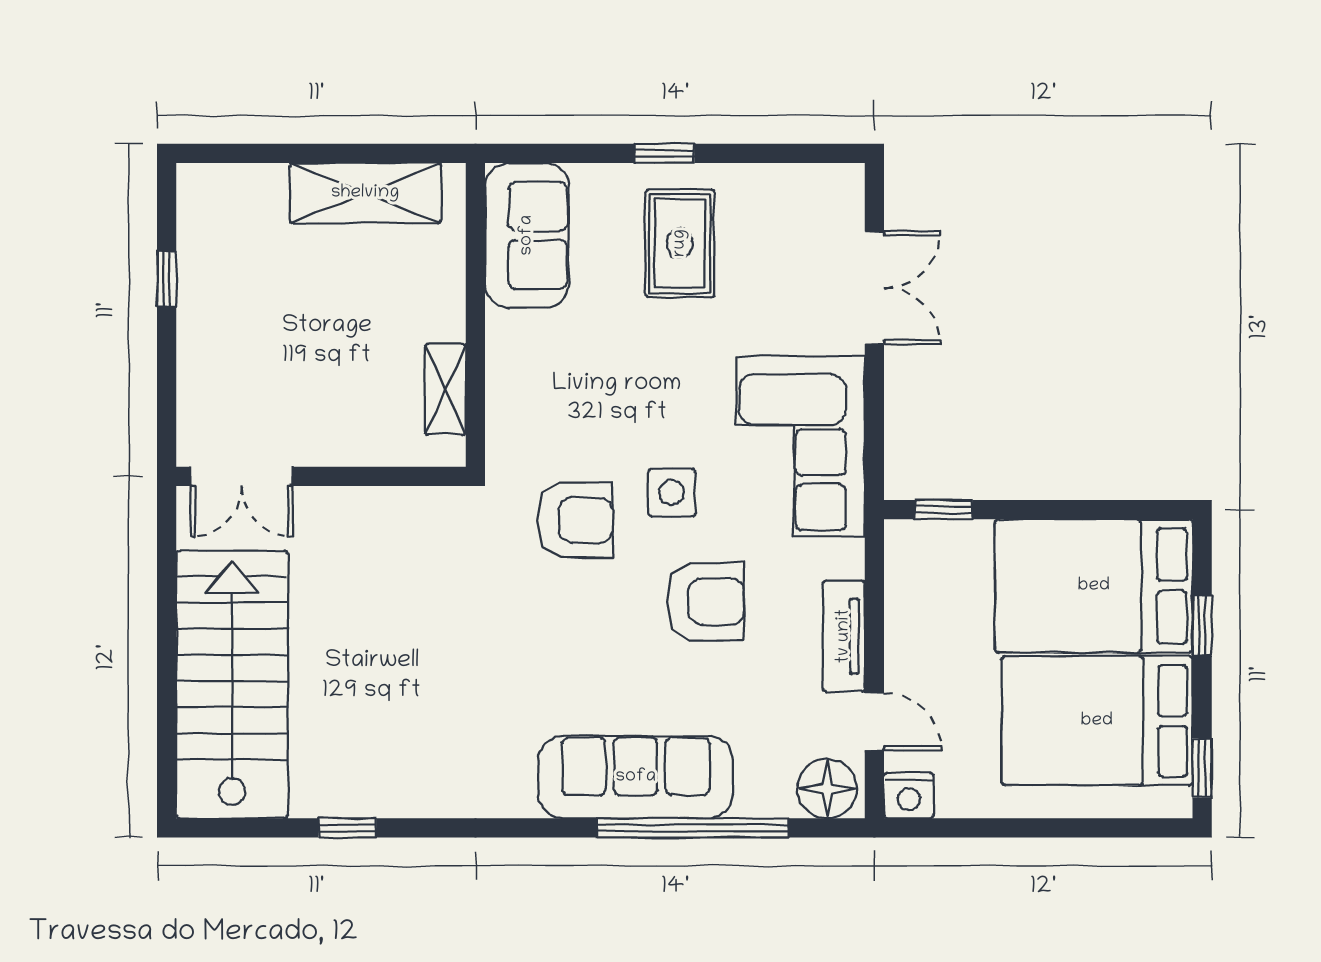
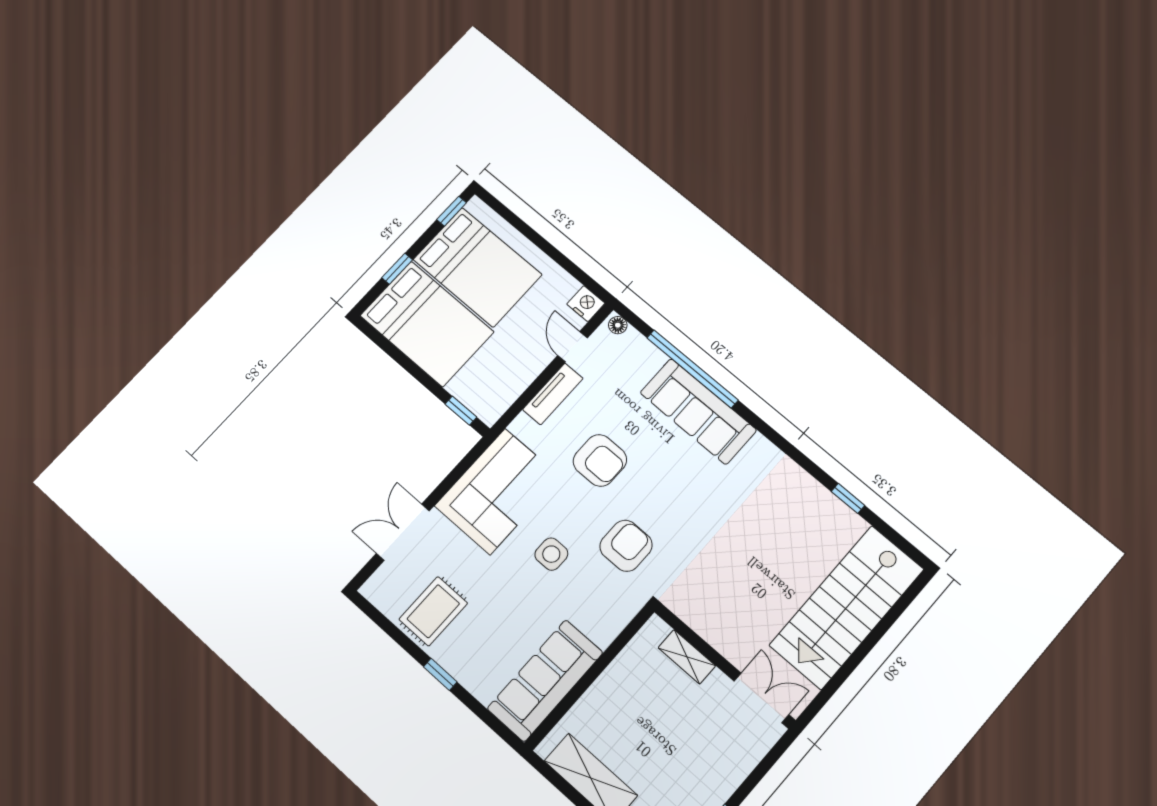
sofa: (527, 235) -> (545, 680), width x1.36
rug: (680, 243) -> (433, 611), moved
shelving: (445, 389) -> (687, 657), moved, turned 90
side table: (672, 493) -> (551, 554), moved
armchair: (575, 520) -> (626, 546), turned 90
armchair: (705, 601) -> (600, 460), turned 180
floor lamp: (827, 789) -> (618, 325), width x0.53, depth x0.53

